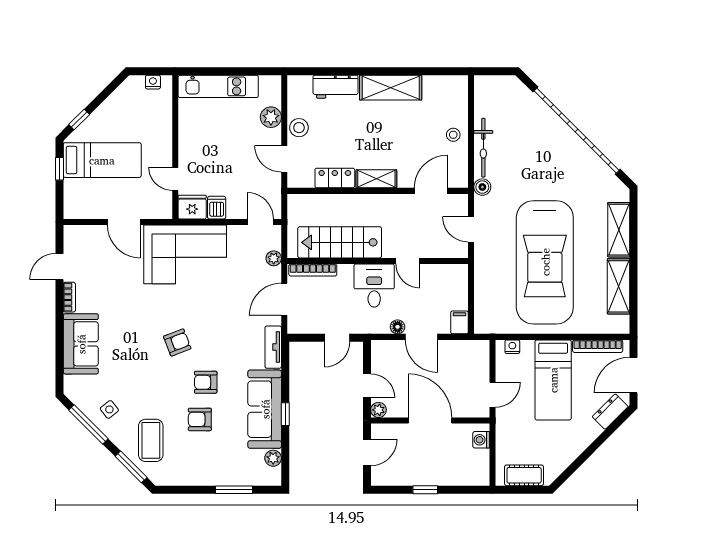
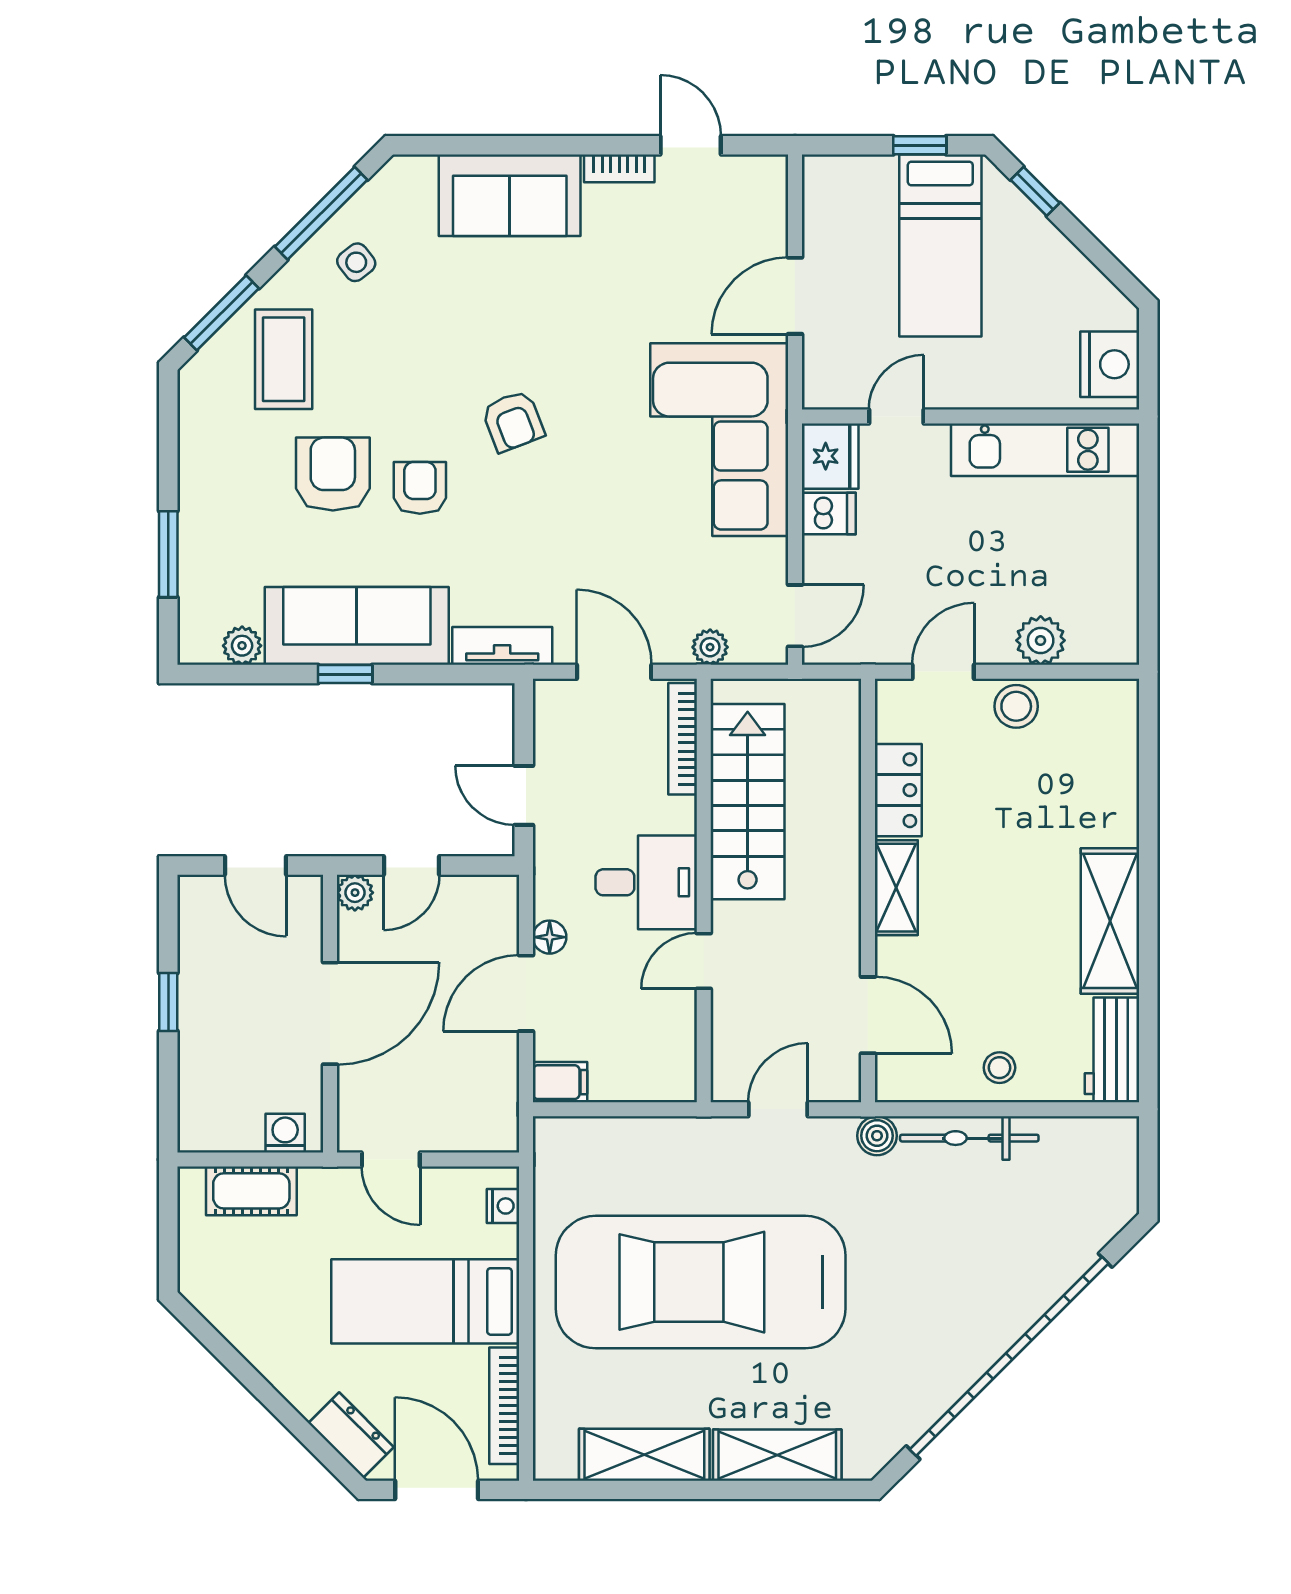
nightstand: (153, 82) -> (1110, 364), width x1.89, depth x1.79
kitchen unit: (218, 86) -> (1045, 450), moved, turned -90
workbench: (336, 87) -> (1112, 1050), moved
armchair: (200, 419) -> (333, 474), width x1.38, depth x1.38
coffee table: (151, 440) -> (284, 359), turned 90
cot: (524, 475) -> (251, 1191), moved, turned 90

